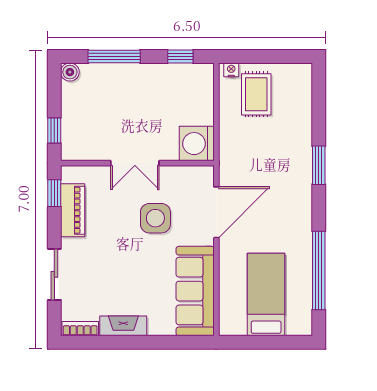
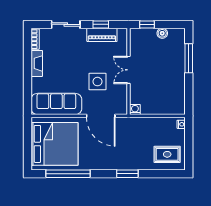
window: (180, 57) -> (189, 96), removed
boiler: (70, 72) -> (162, 33), moved
rug: (256, 94) -> (167, 154), moved
washing machine: (197, 144) -> (135, 110), width x0.53, depth x0.53
window: (54, 193) -> (101, 24), moved
bed: (266, 294) -> (54, 144), width x2.04

